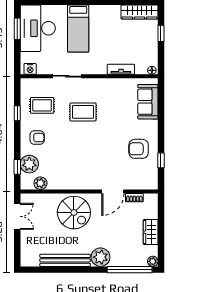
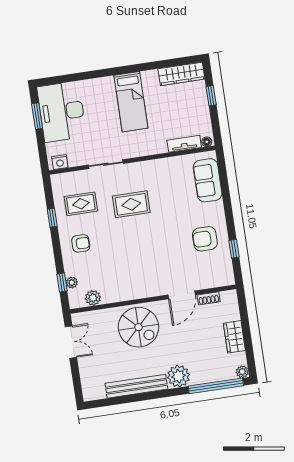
bed: (78, 29) -> (131, 102), moved
tv unit: (121, 69) -> (184, 144), moved
plant: (29, 164) -> (72, 283), width x0.53, depth x0.53

